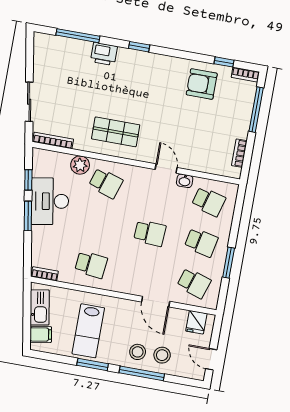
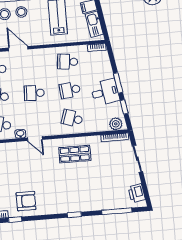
printer: (104, 54) -> (137, 193), moved, turned -100
plant: (80, 165) -> (116, 124), moved
desk: (50, 201) -> (105, 92), width x0.73
school desk: (98, 224) -> (70, 90), added

